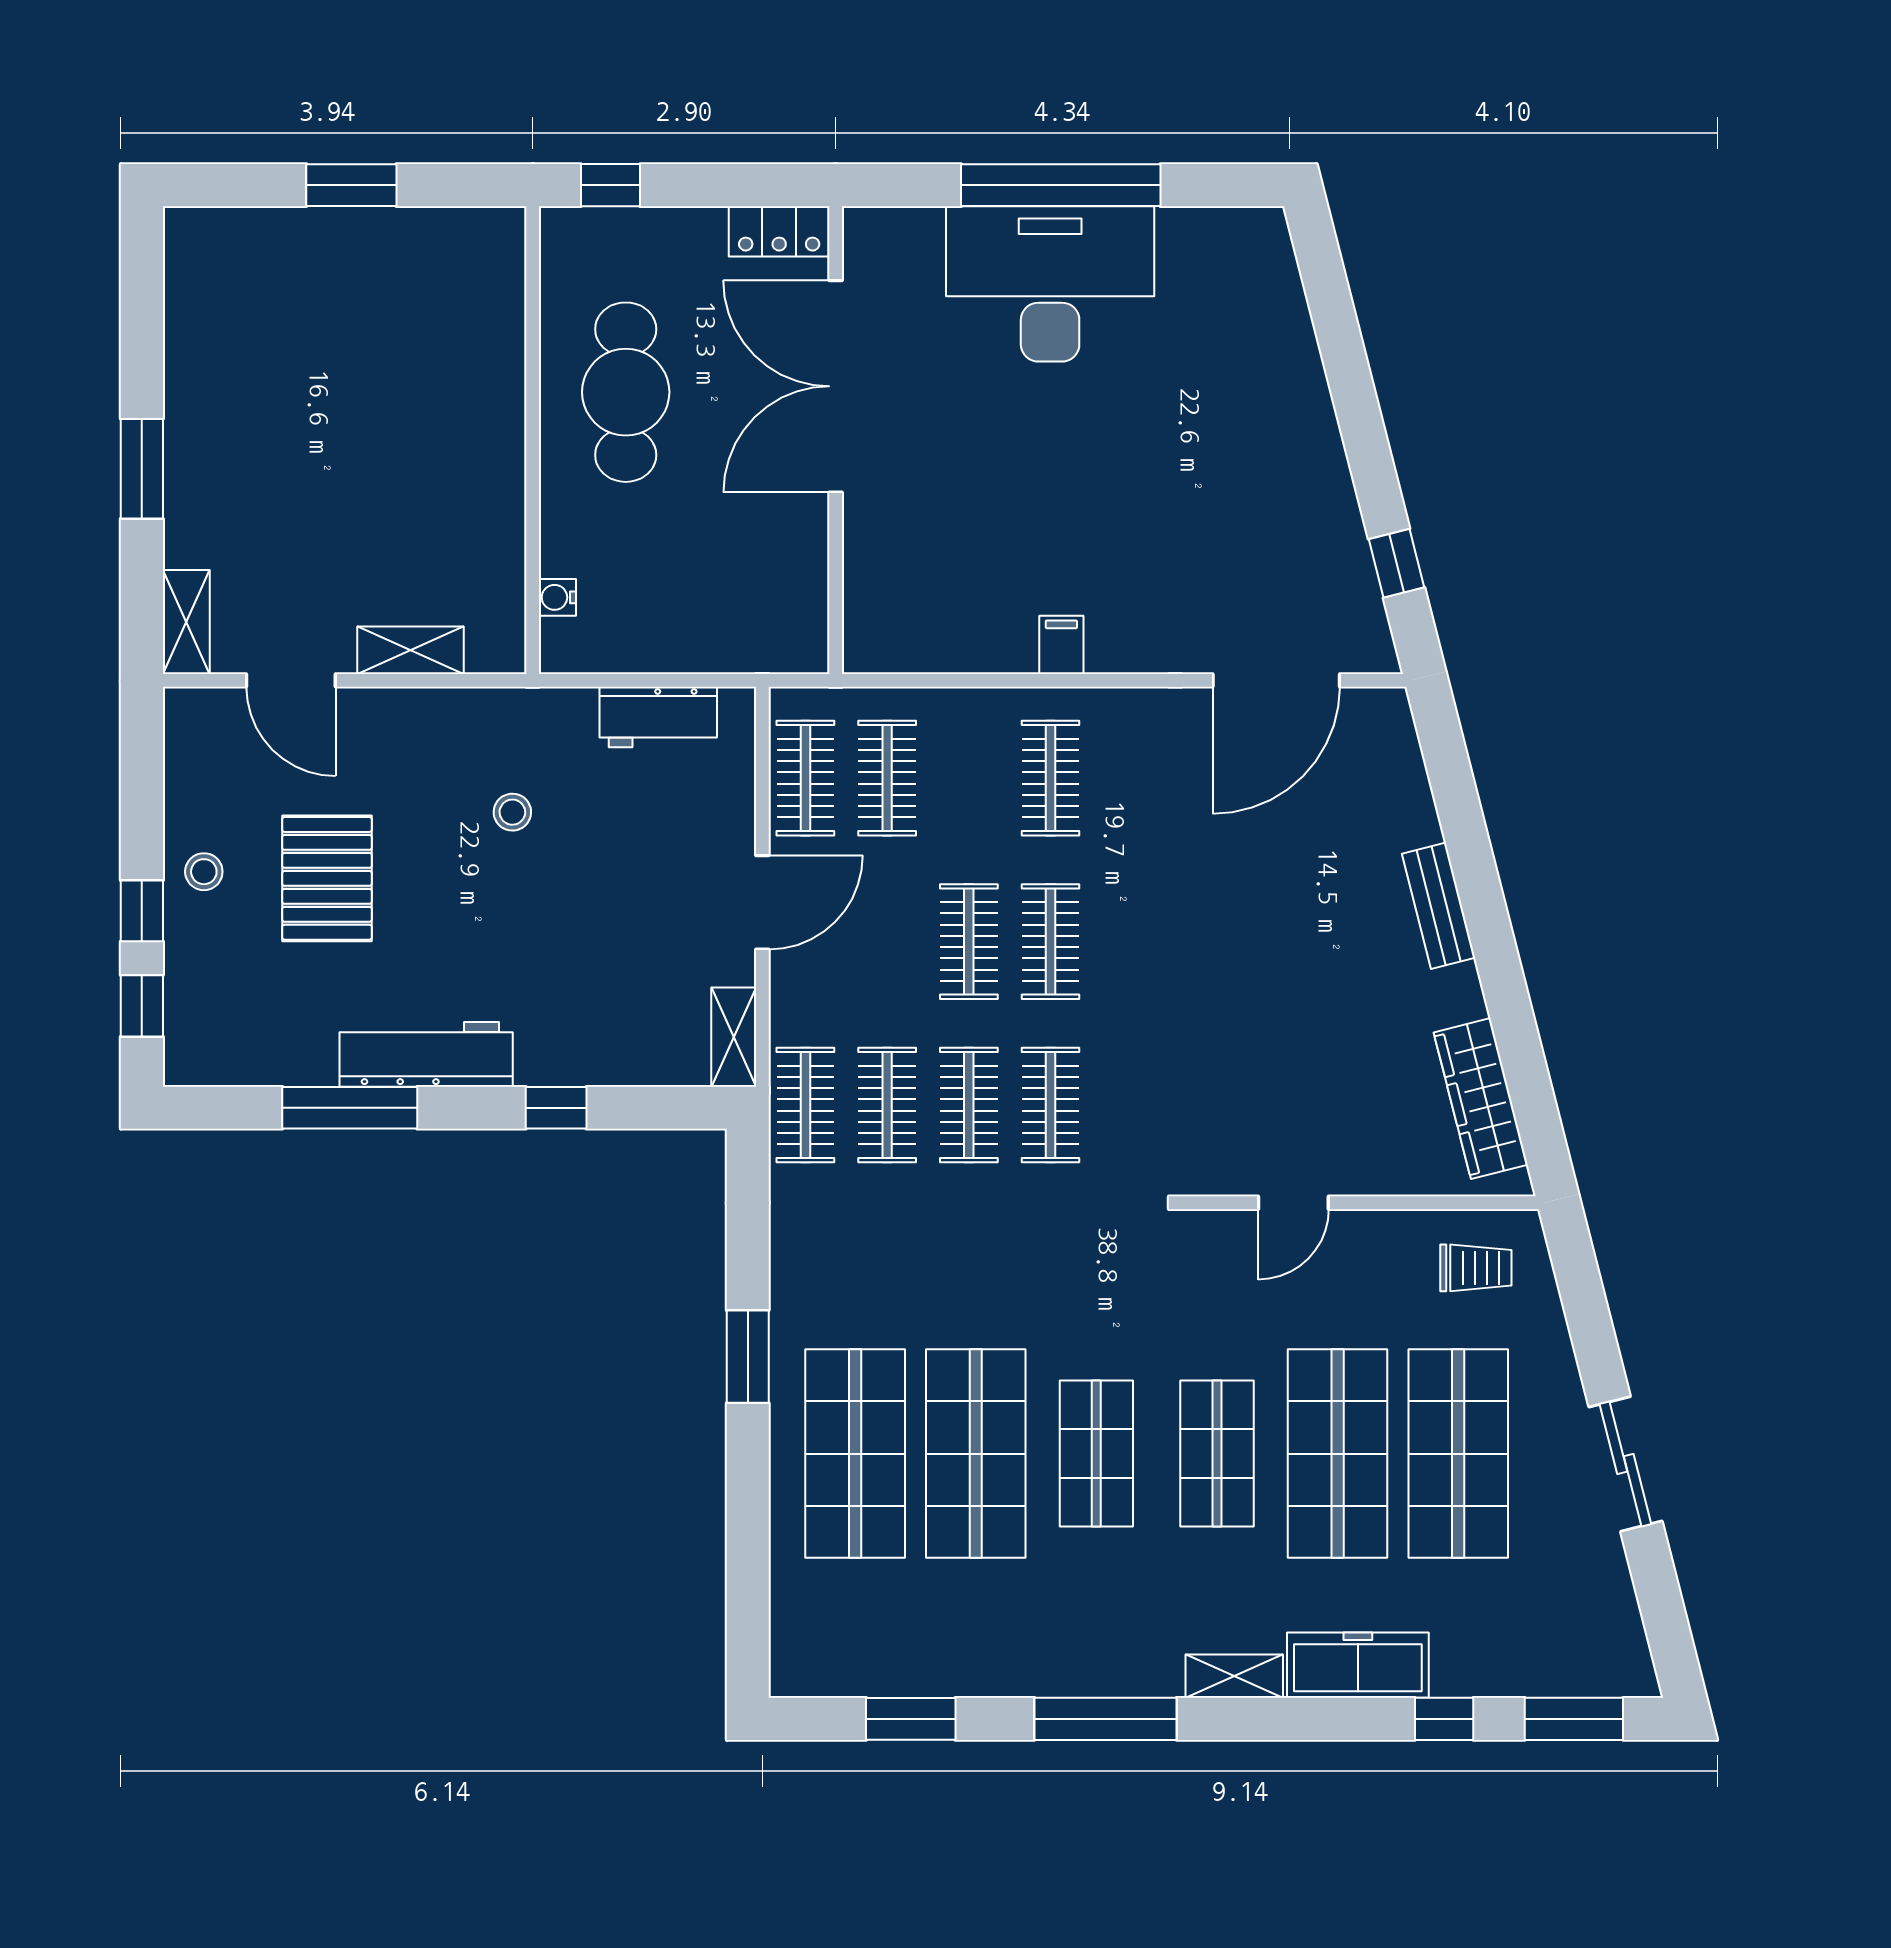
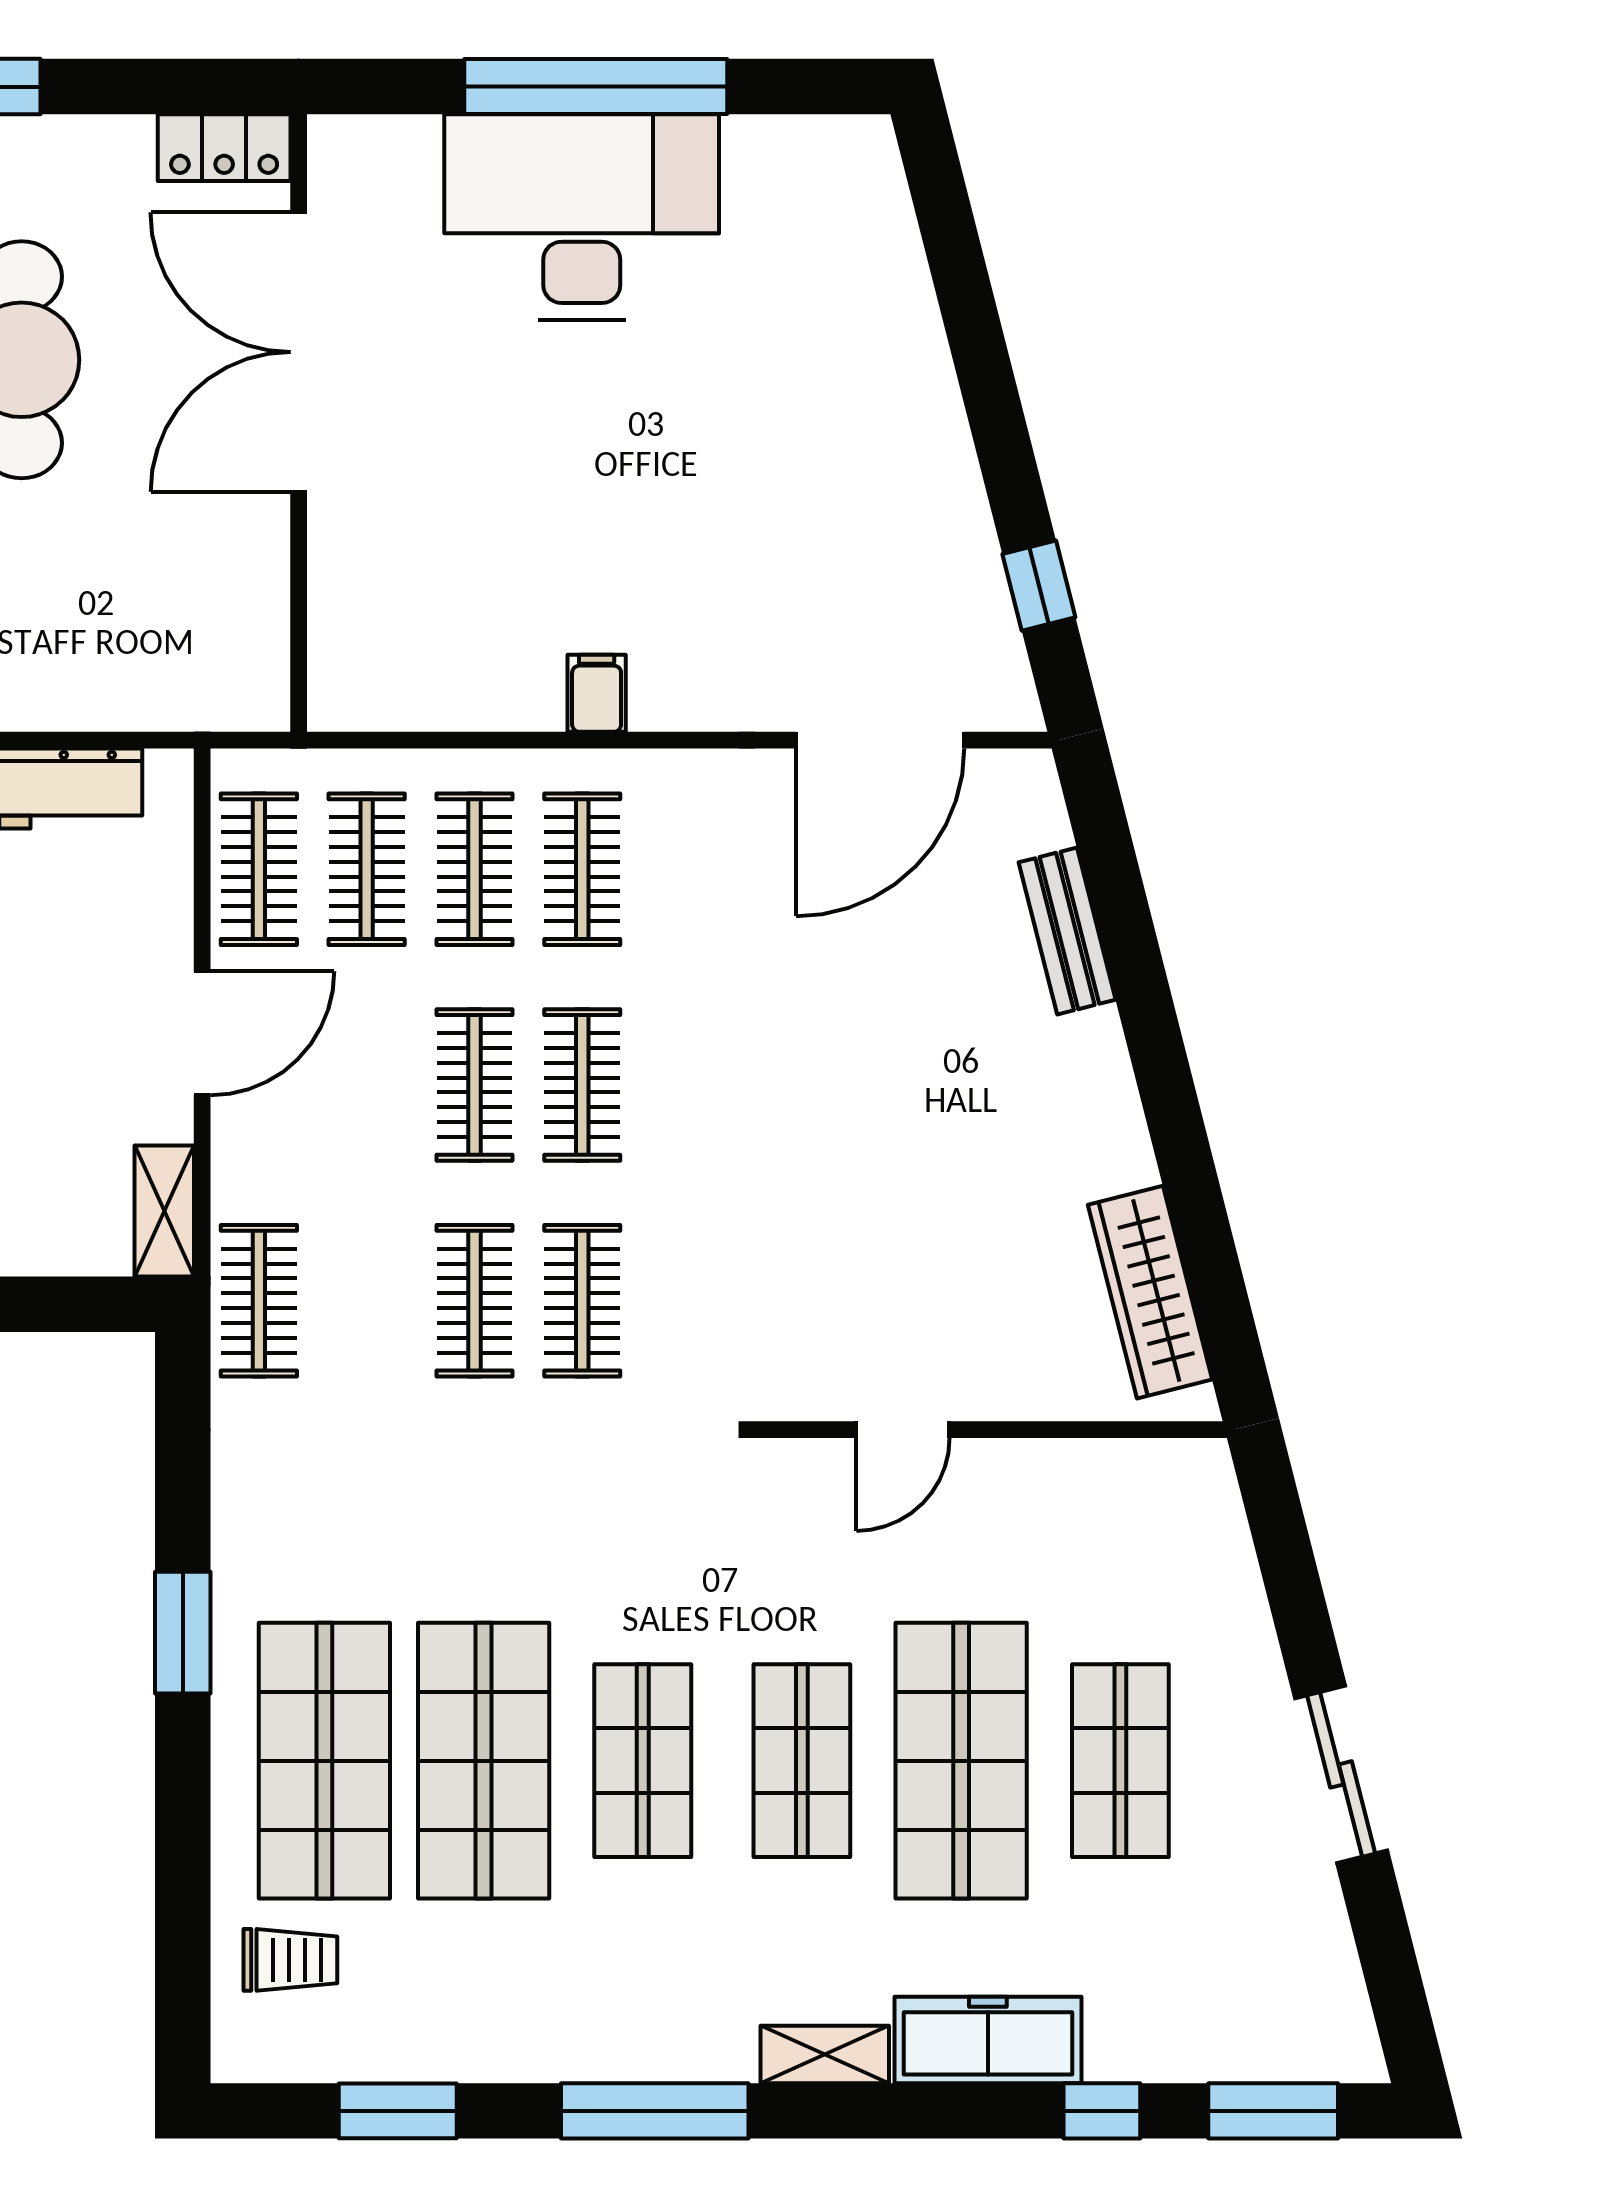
bench: (1438, 906) -> (1067, 931), moved
clothes rail: (887, 1105) -> (474, 869), moved
trolley: (1476, 1268) -> (290, 1960), moved
shop shelf: (1458, 1454) -> (1120, 1761), width x0.70, depth x0.74

